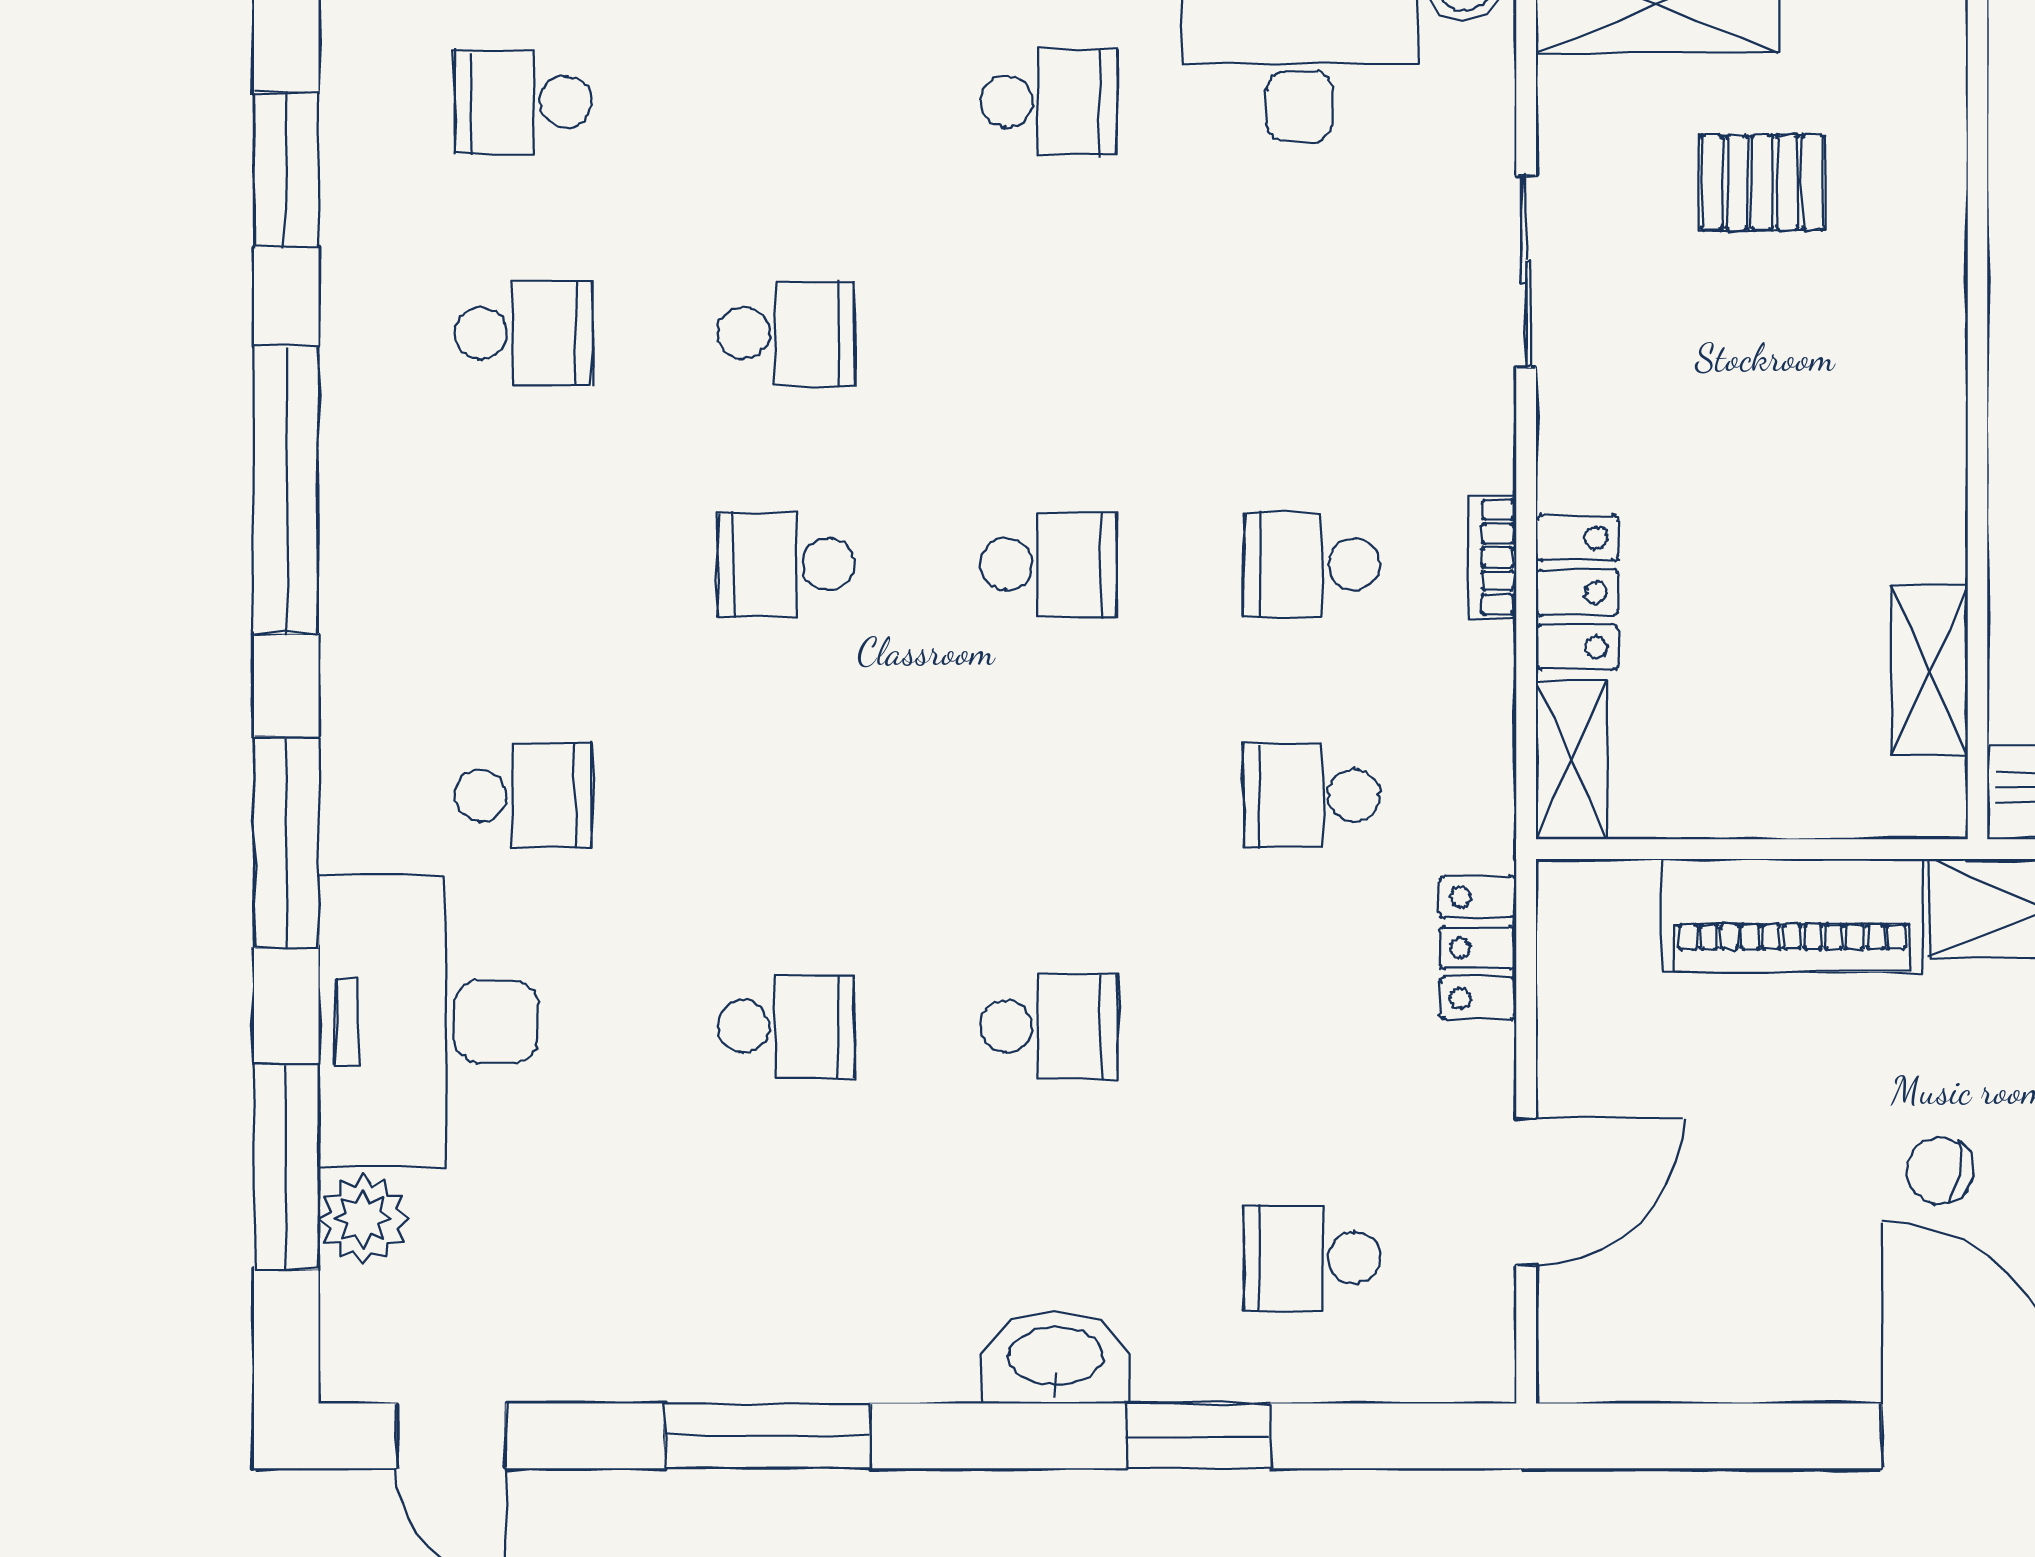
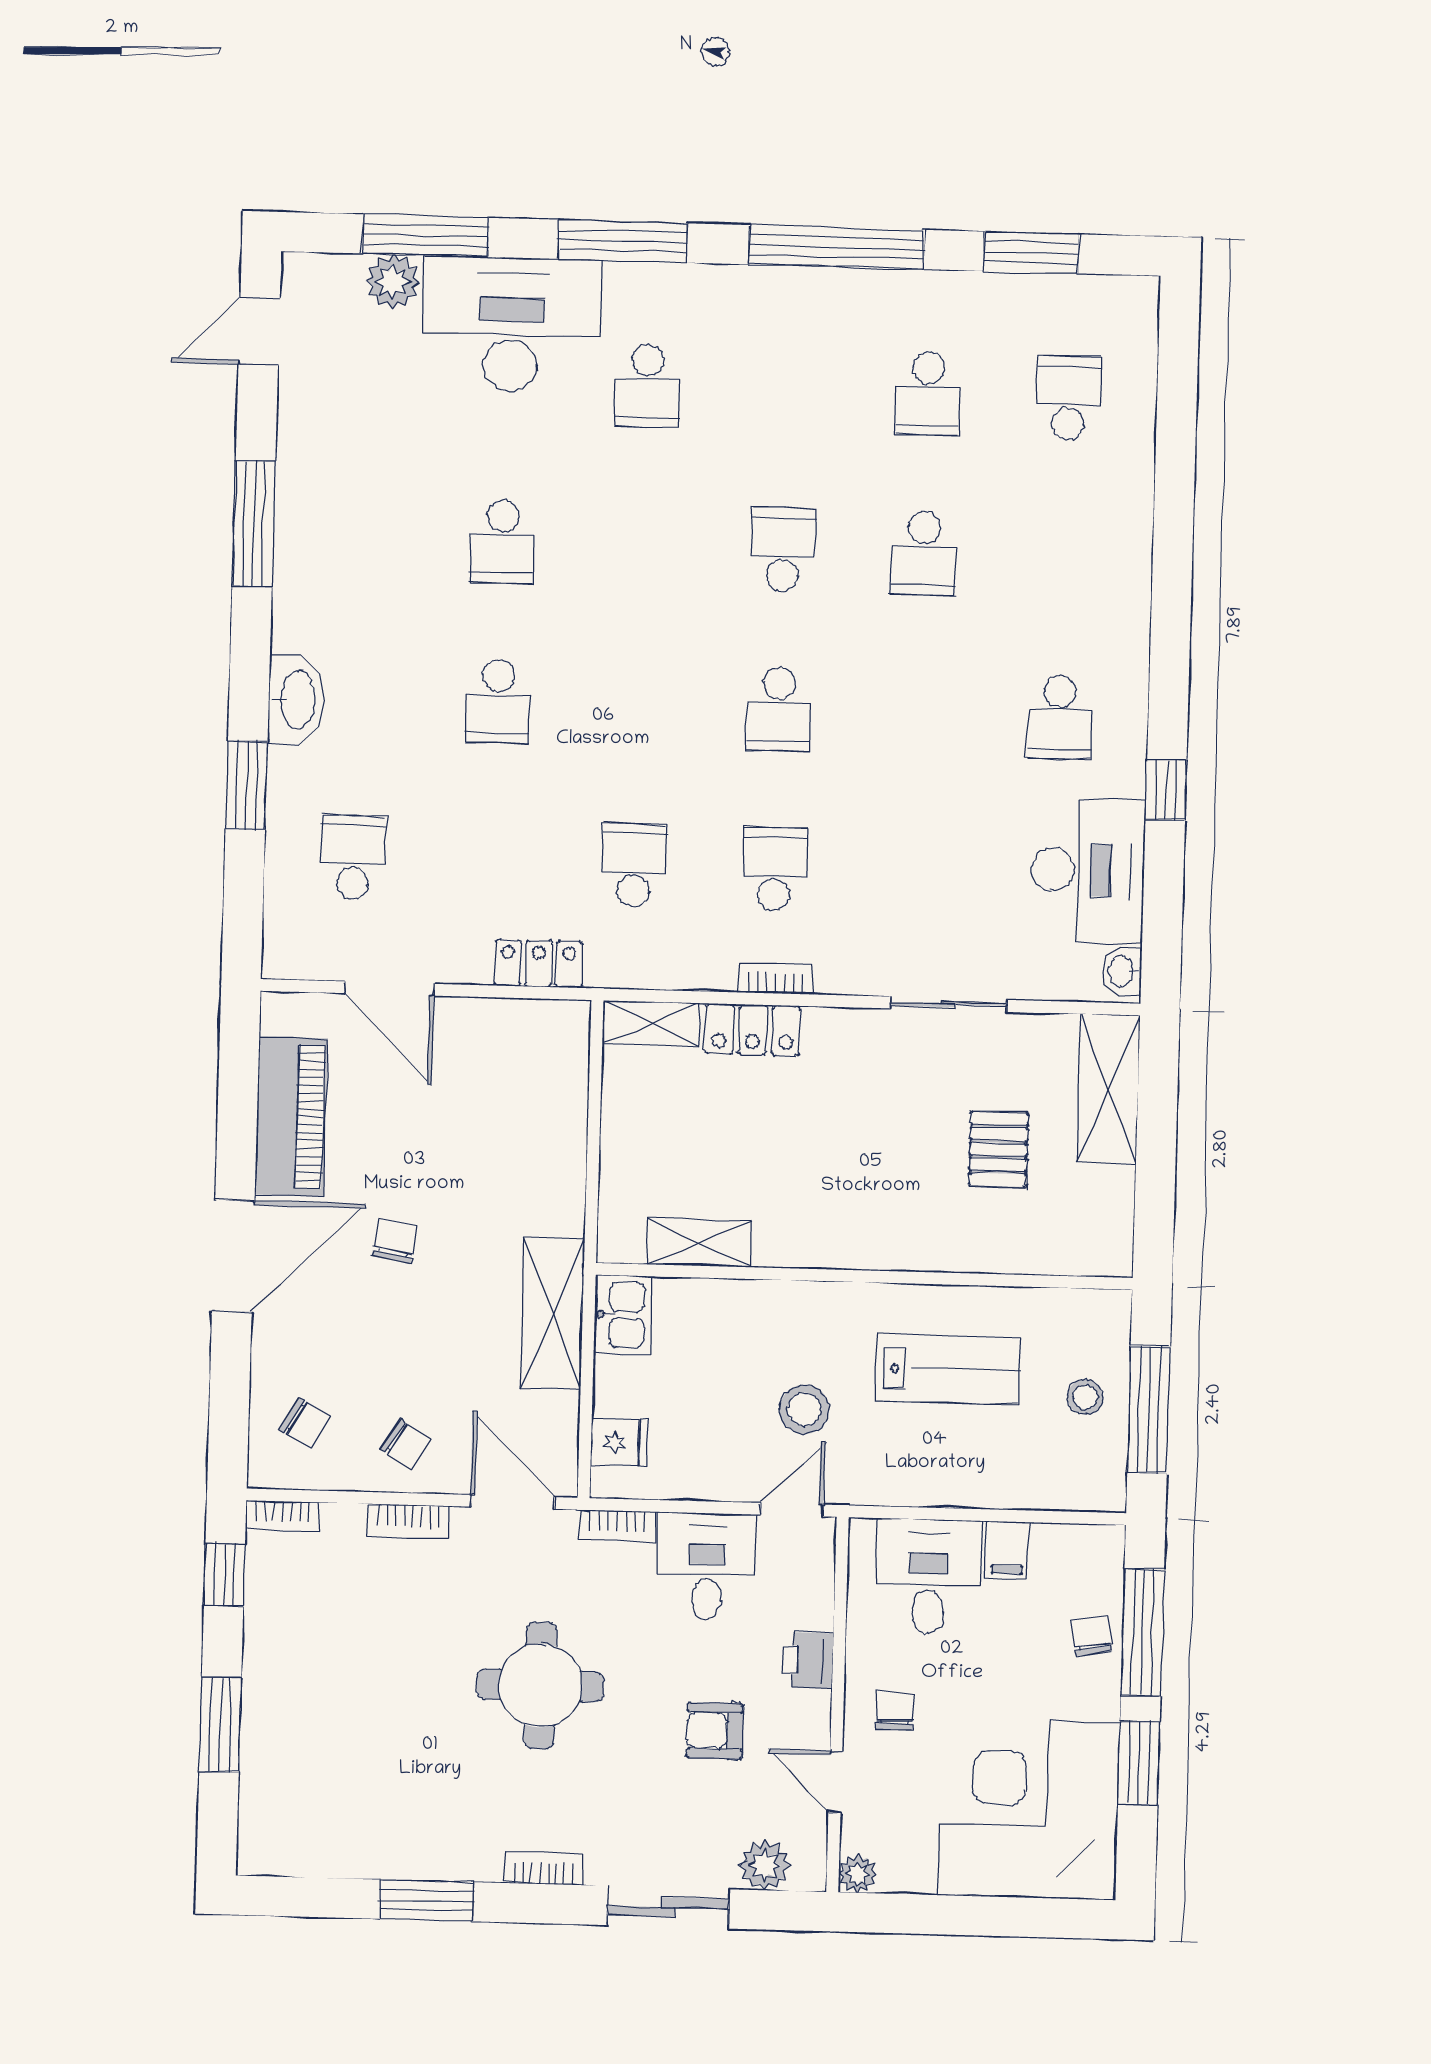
piano: (1792, 915) -> (291, 1117), moved, turned 180

